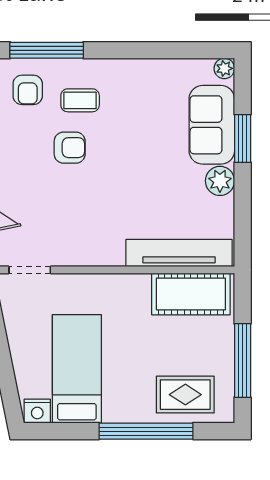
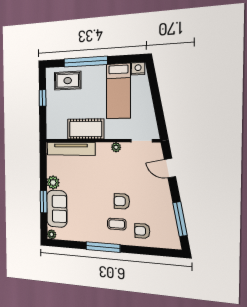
window: (47, 50) -> (103, 247), moved
armchair: (28, 90) -> (142, 231), turned -91
plant: (82, 257) -> (116, 147), added
cot: (191, 294) -> (86, 129), moved
window: (243, 360) -> (43, 98), width x0.46

